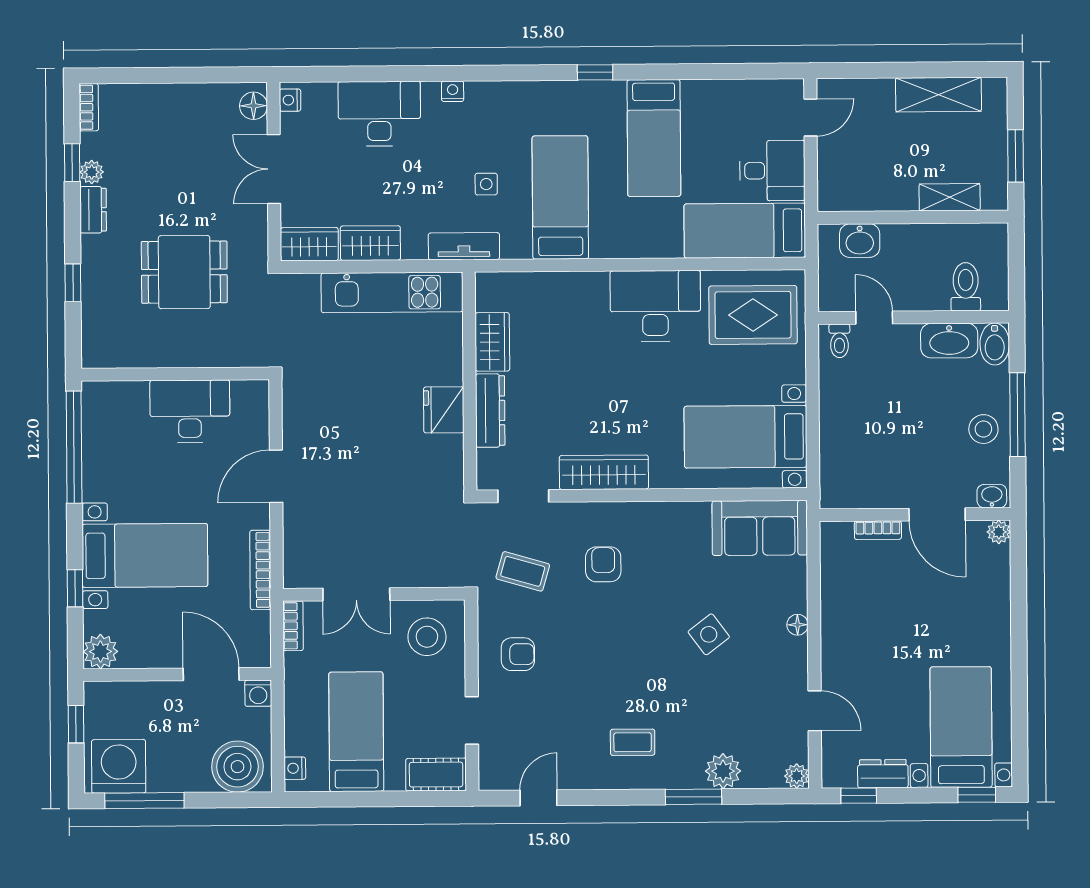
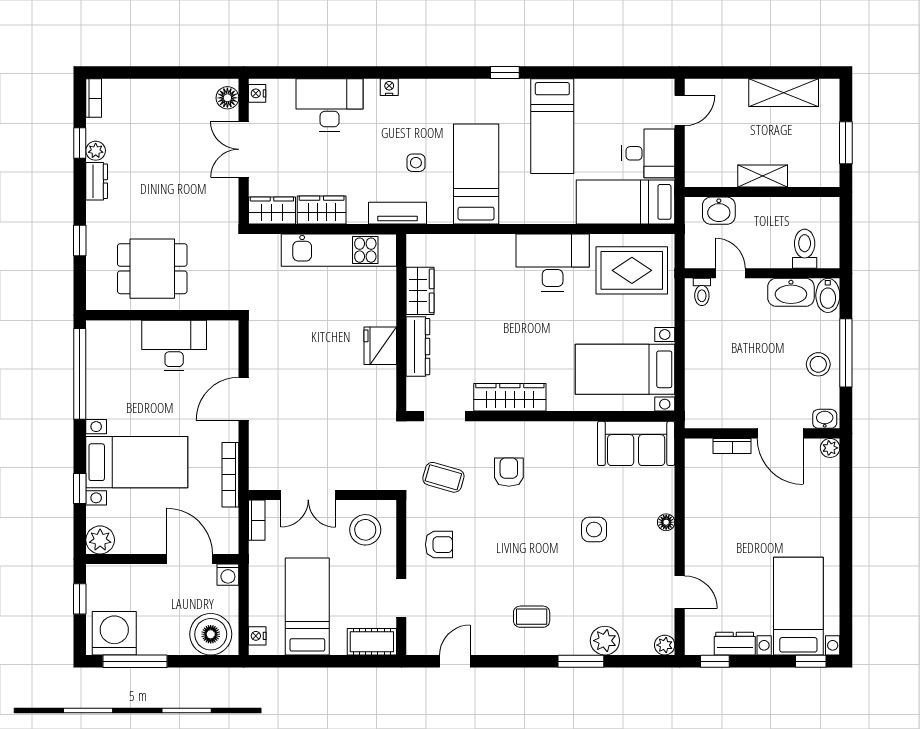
shelving: (950, 197) -> (763, 176), moved
dining table: (184, 272) -> (152, 269), moved
side table: (709, 634) -> (594, 530), turned 37

